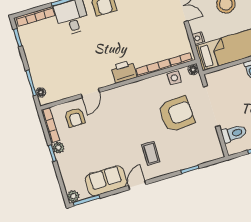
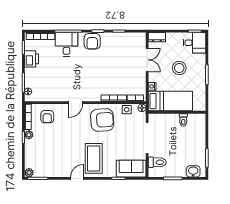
printer: (124, 72) -> (31, 59), moved, turned 90
door: (90, 93) -> (76, 103), moved
armchair: (176, 114) -> (102, 120), moved
coffee table: (151, 153) -> (94, 158), width x1.86, depth x1.72
sofa: (106, 181) -> (131, 169), moved

